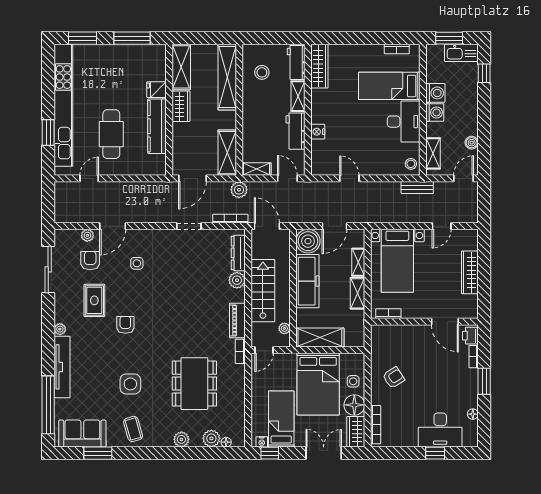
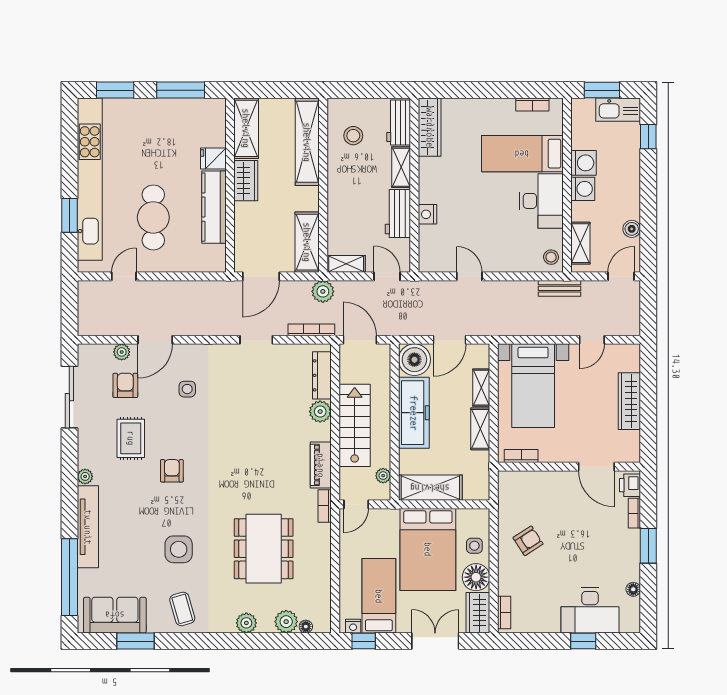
bookcase: (376, 425) -> (504, 612), width x0.64

